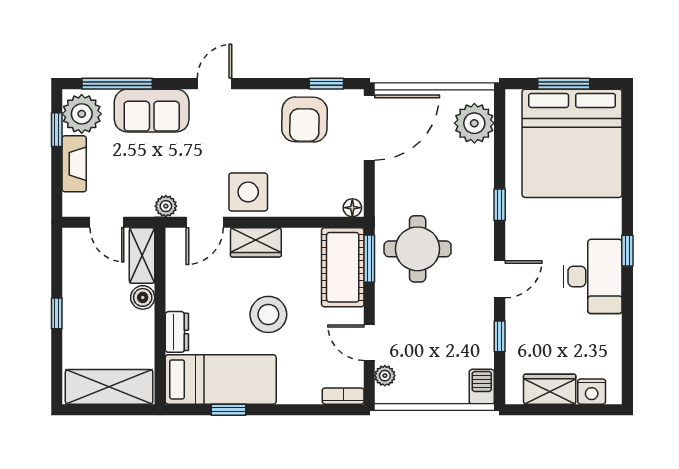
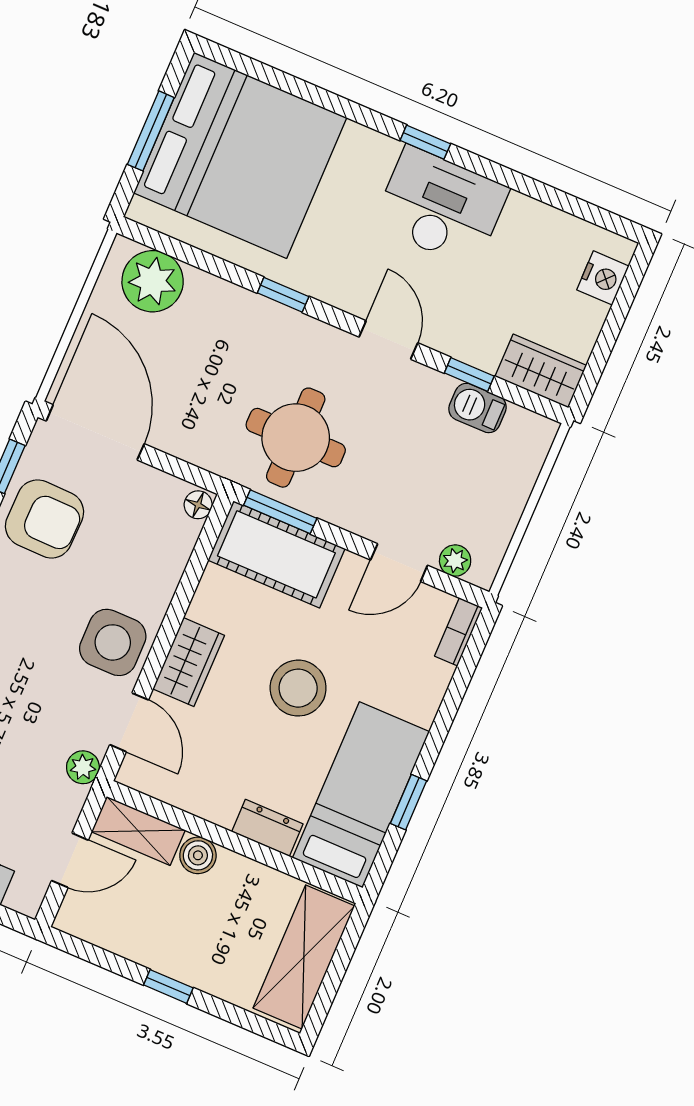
barbecue: (482, 387) -> (478, 408), moved
wardrobe: (550, 389) -> (541, 371), moved, turned 90

